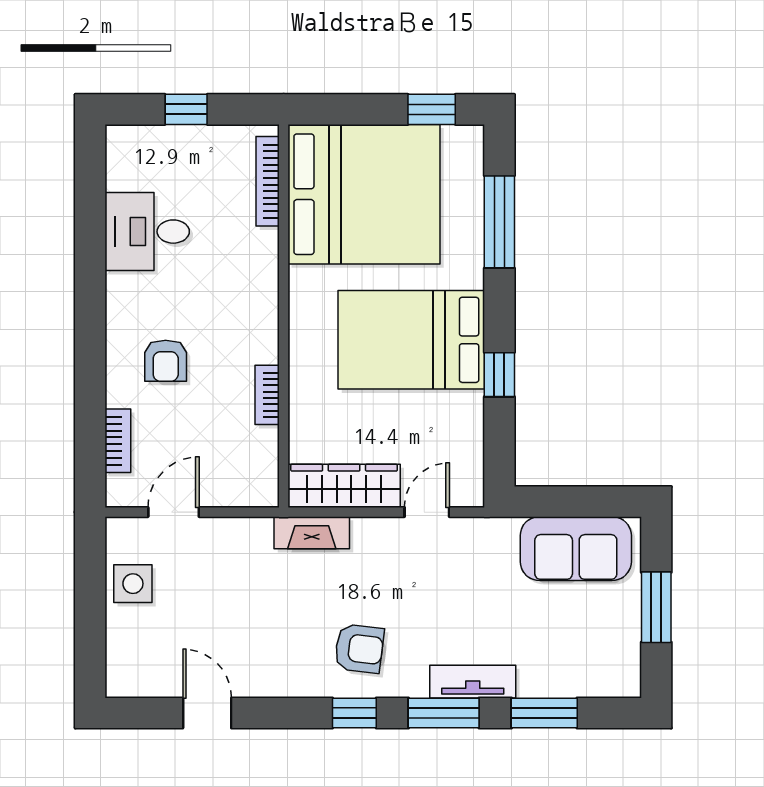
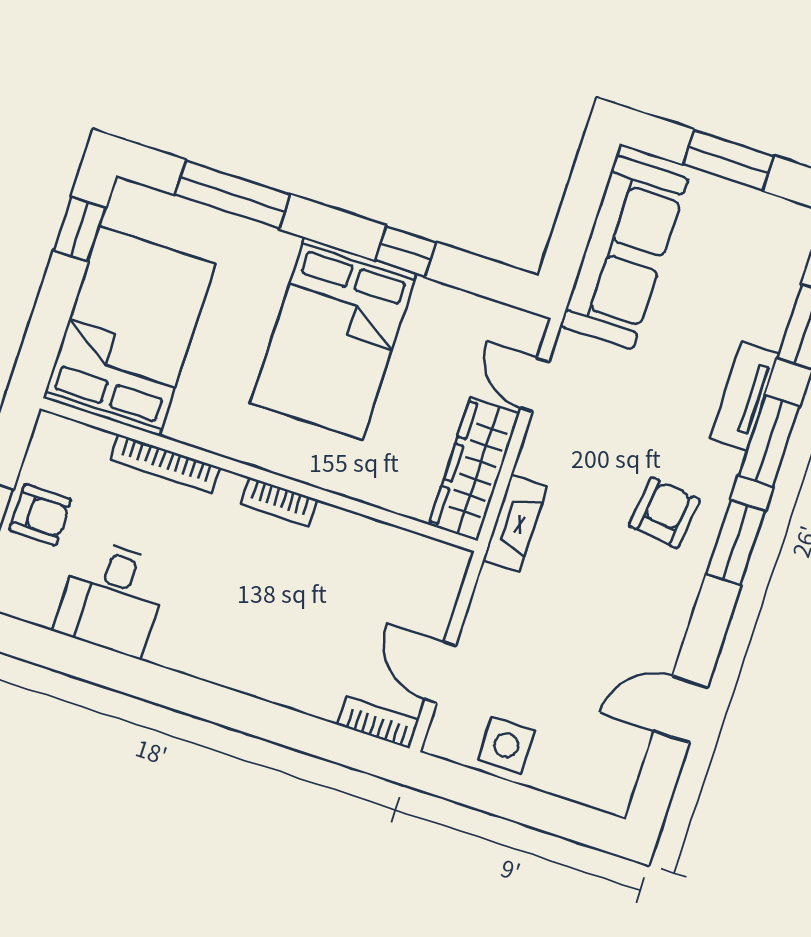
bookcase: (268, 181) -> (165, 464), moved
bed: (364, 194) -> (129, 331), width x0.73
armchair: (166, 361) -> (40, 515), moved
bookcase: (267, 395) -> (279, 502), moved
bookcase: (118, 441) -> (378, 722), moved
sofa: (576, 549) -> (624, 252), width x1.36
window: (354, 713) -> (736, 542), width x1.50

